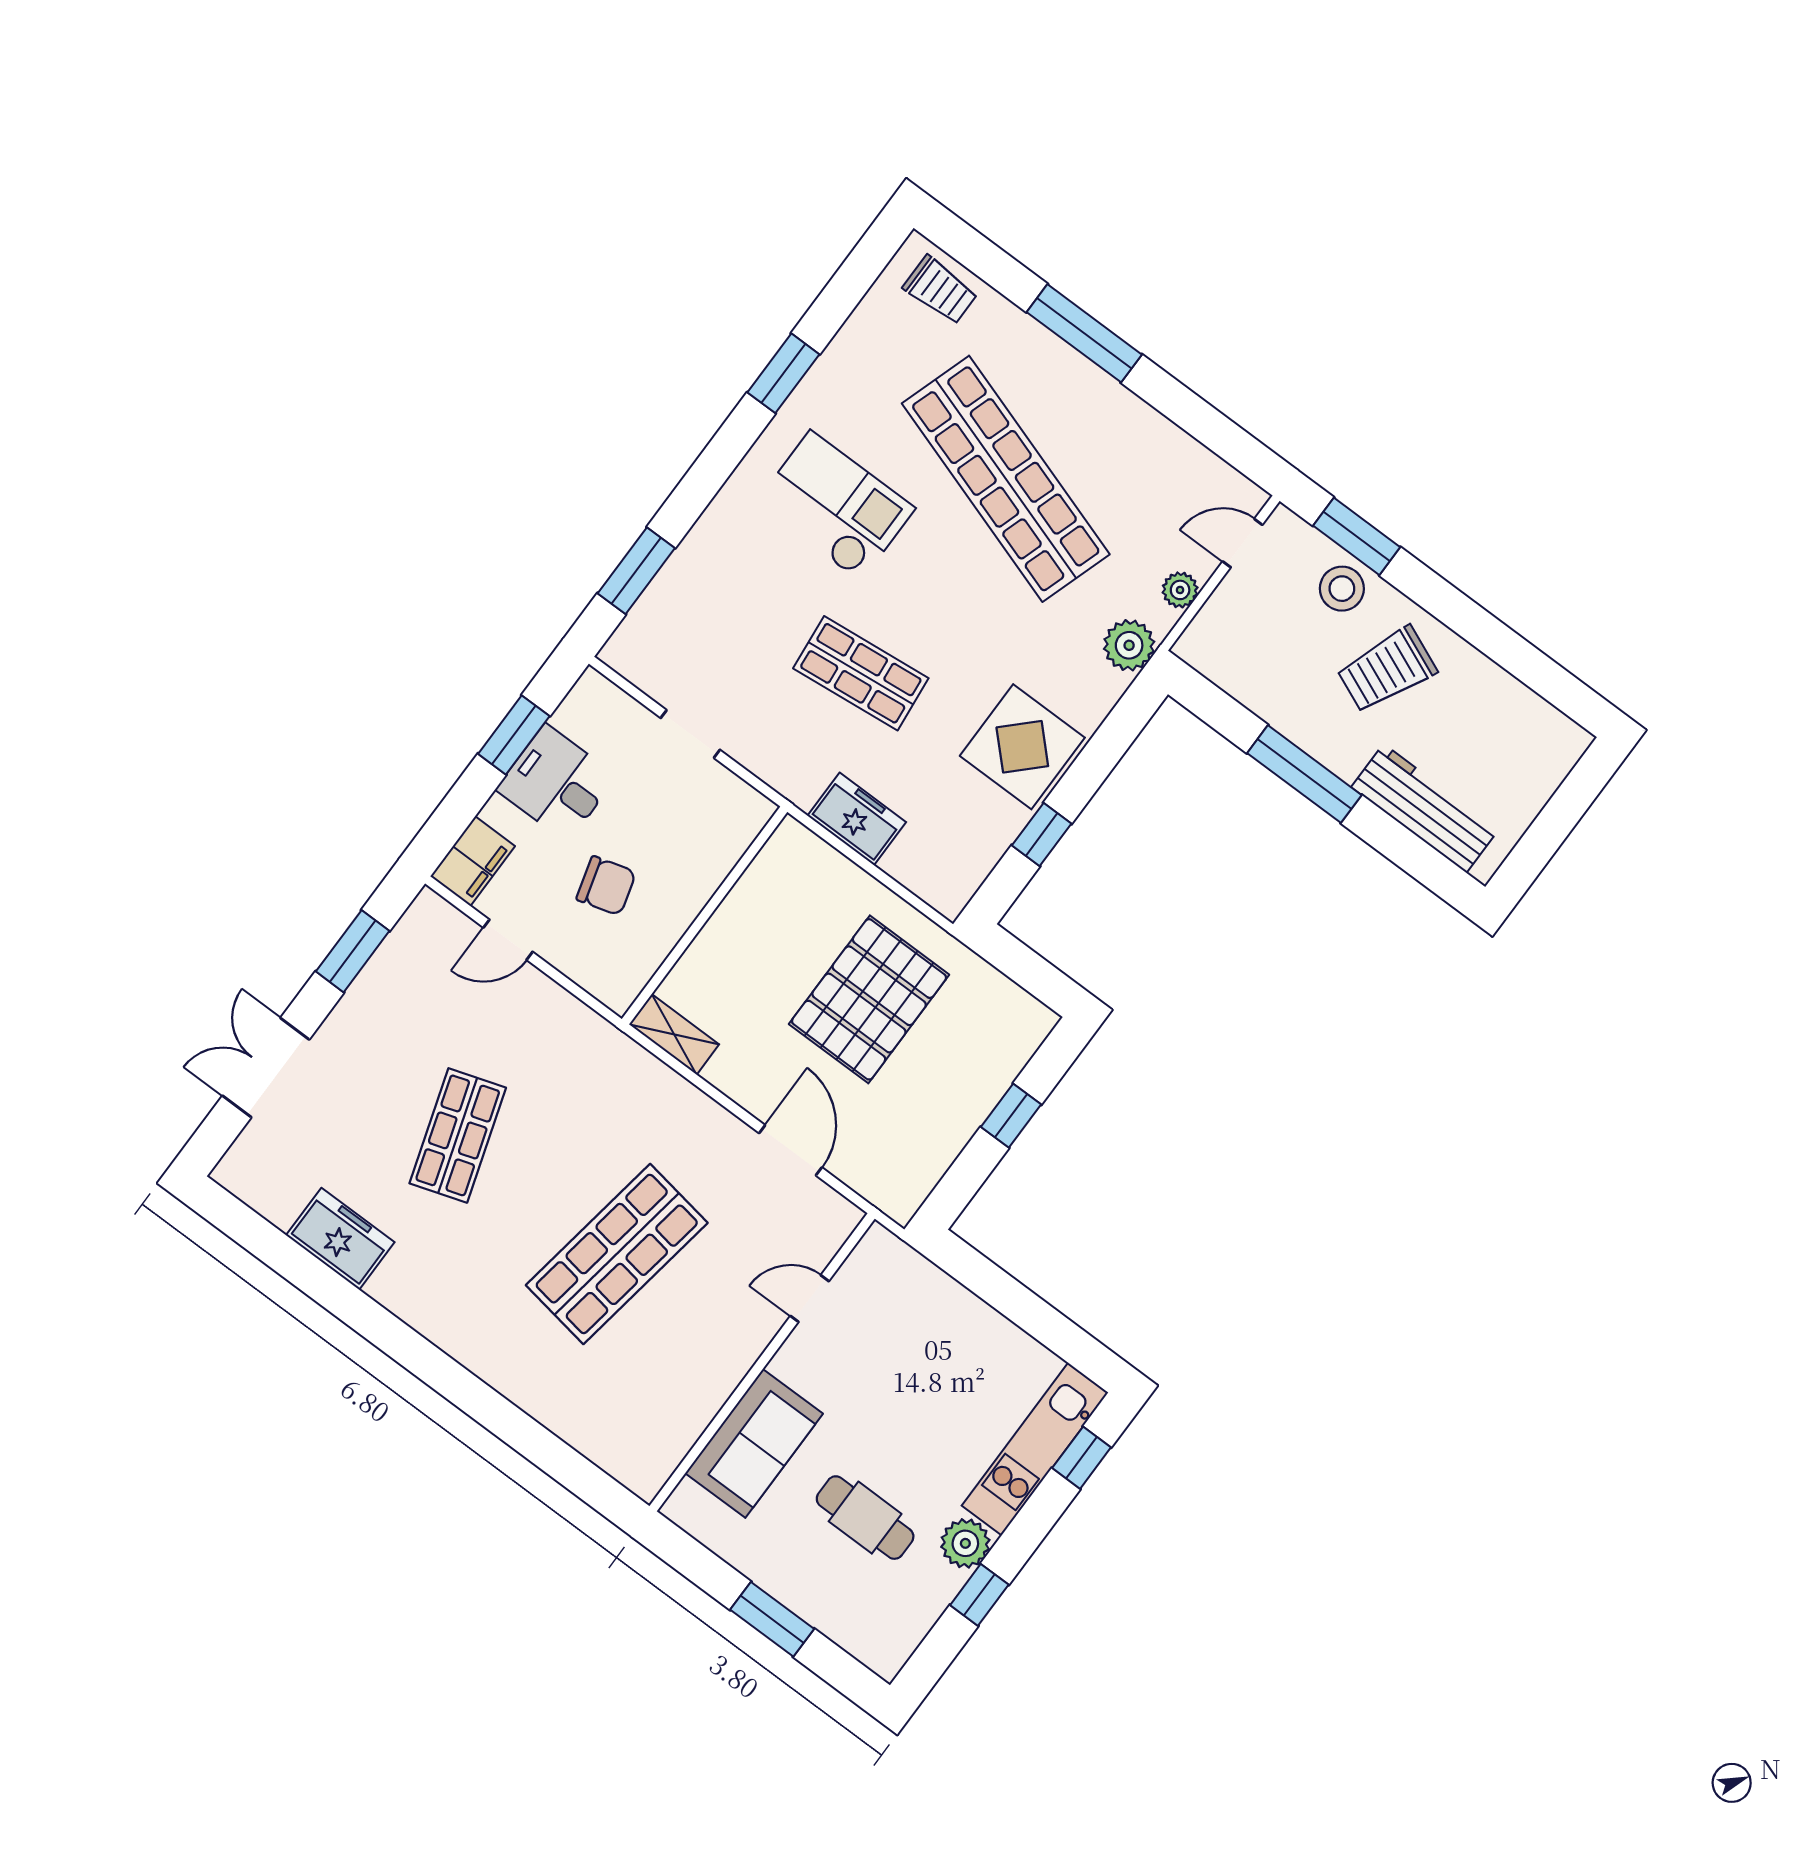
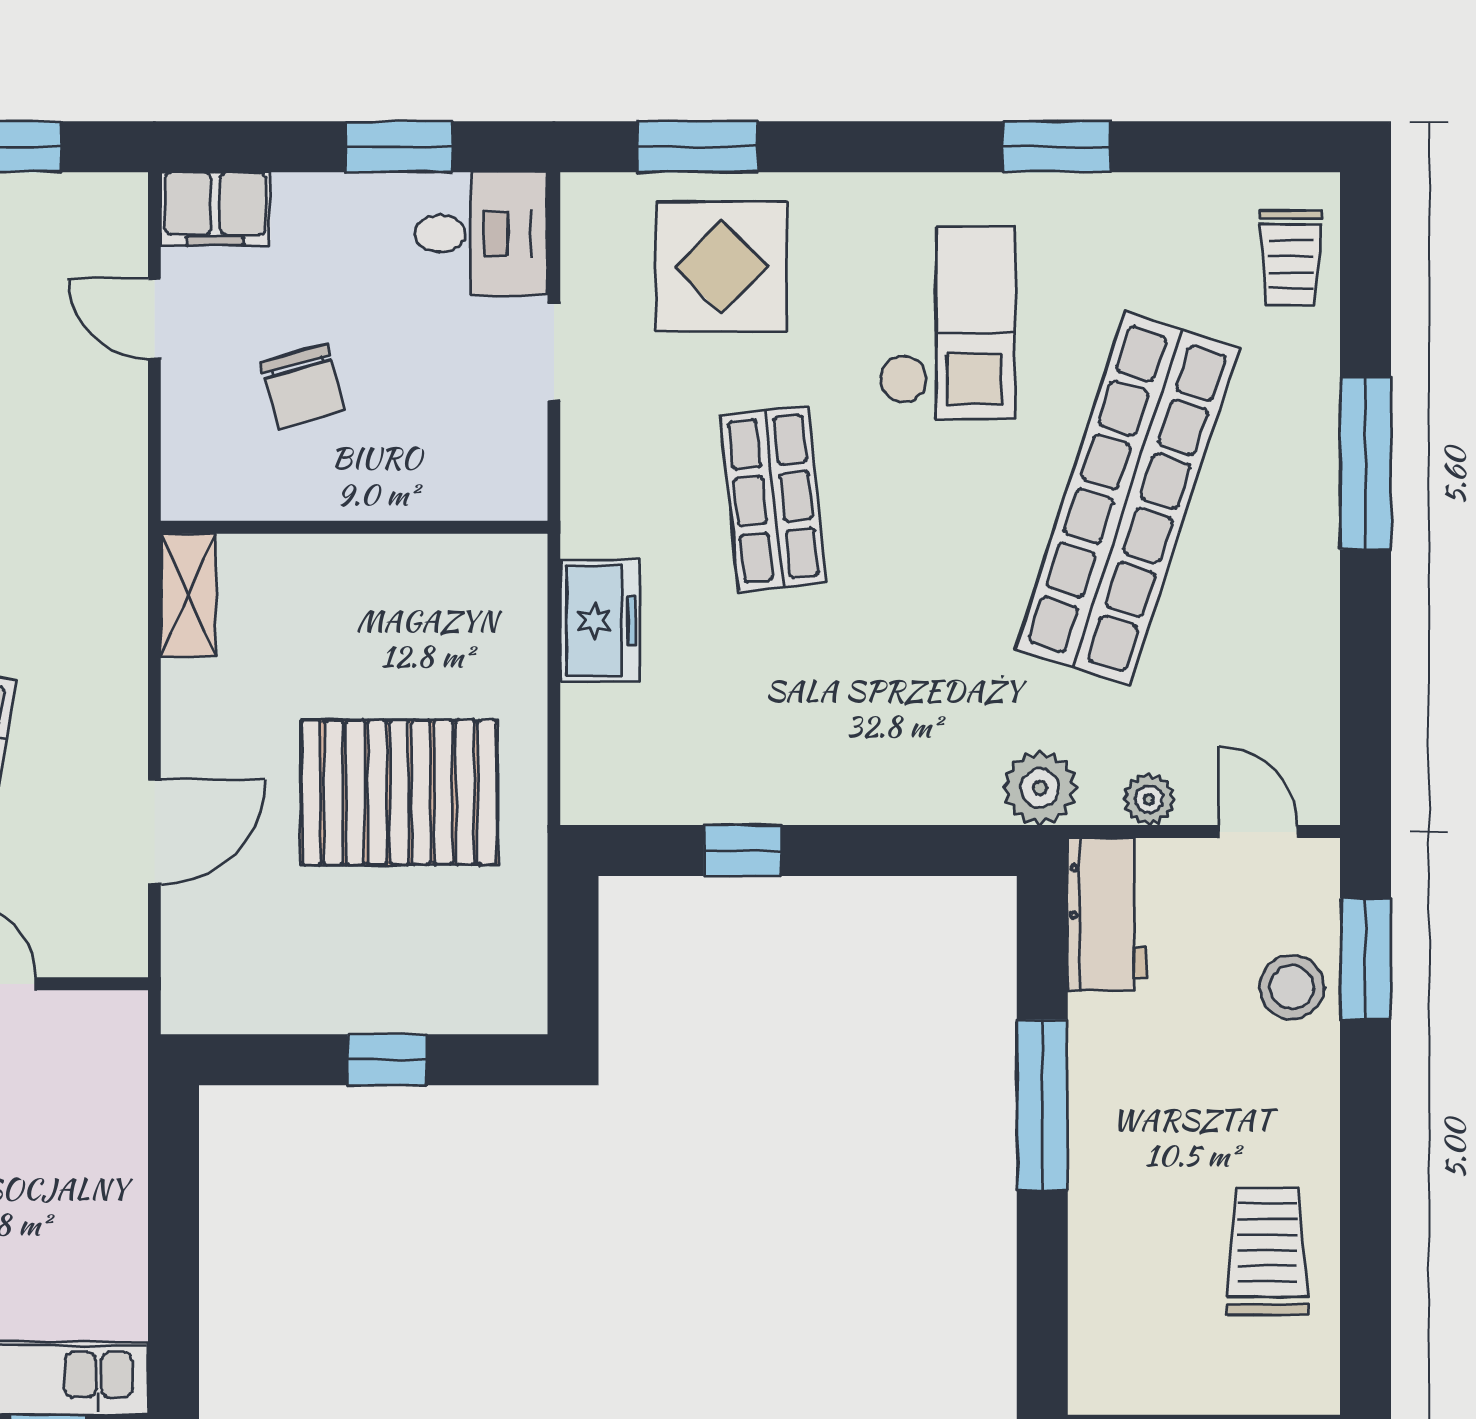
trolley: (1387, 670) -> (1267, 1251), moved, turned 67
display table: (1022, 747) -> (721, 267), moved
desk: (556, 783) -> (481, 234), moved, turned 90
workbench: (1425, 808) -> (1107, 914), moved, width x0.73

